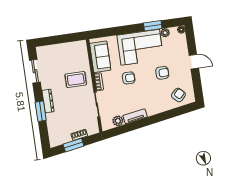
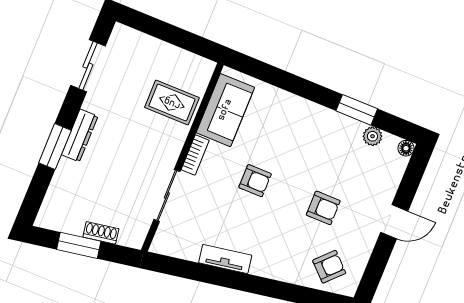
corner sofa: (140, 47) -> (310, 136), removed
door: (194, 62) -> (394, 222), hinge flipped
rug: (76, 80) -> (172, 103), moved
plant: (118, 121) -> (188, 249), removed

